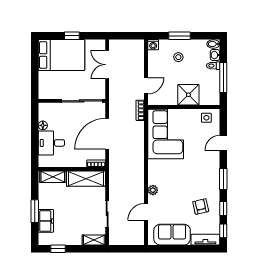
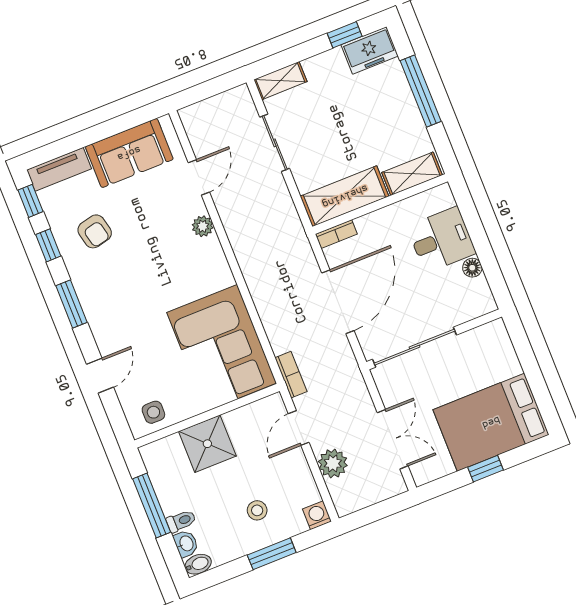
plant: (137, 64) -> (333, 463), added
window: (35, 211) -> (421, 91), width x1.44
freezer: (46, 221) -> (370, 50), moved, turned -90

